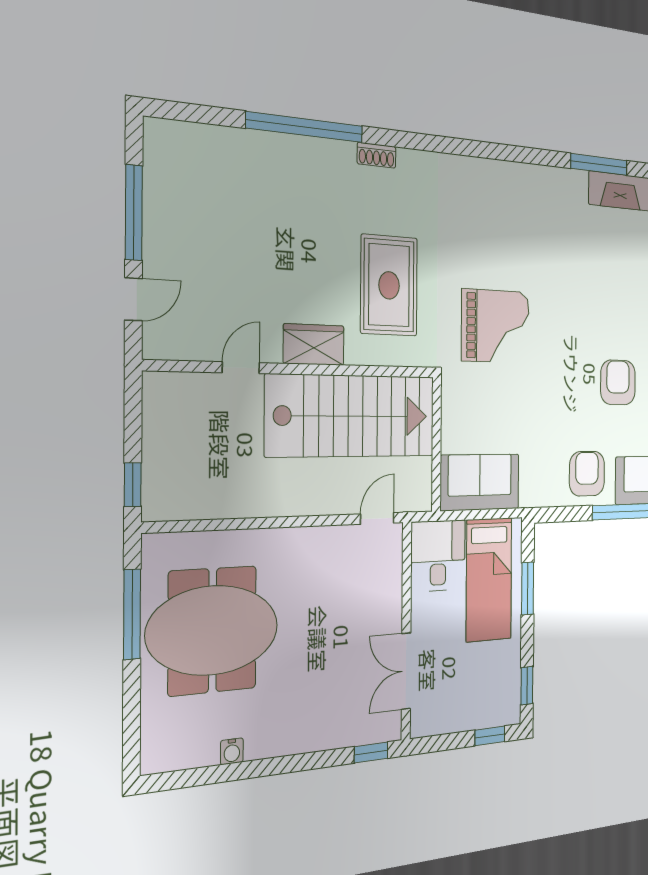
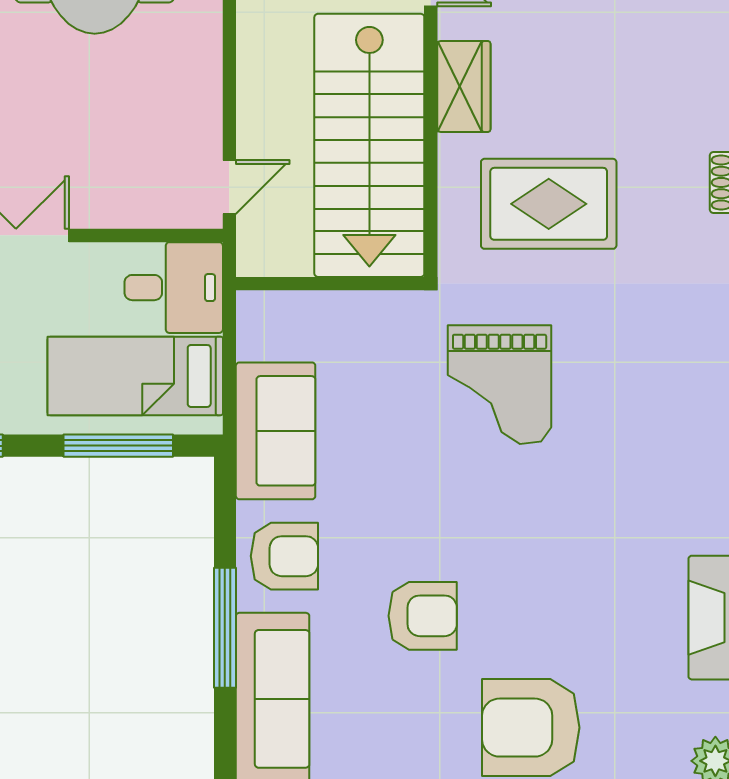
sofa: (480, 482) -> (276, 431), moved
door: (377, 518) -> (229, 187), hinge flipped
window: (528, 588) -> (118, 446), width x1.44

